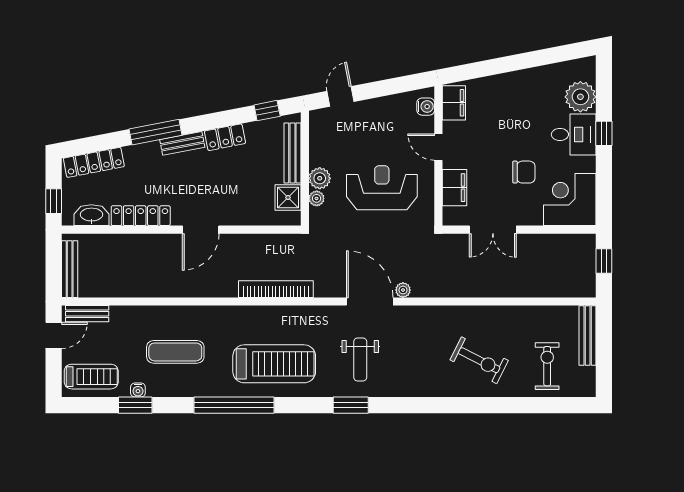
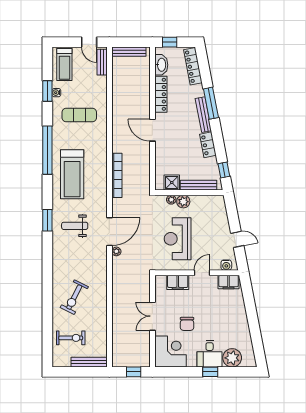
door: (341, 96) -> (237, 239), moved
bench: (182, 143) -> (203, 115), width x1.36
reception desk: (382, 188) -> (178, 239), turned 180
double door: (493, 230) -> (152, 316), moved
exercise mat: (175, 352) -> (79, 115), turned 90

